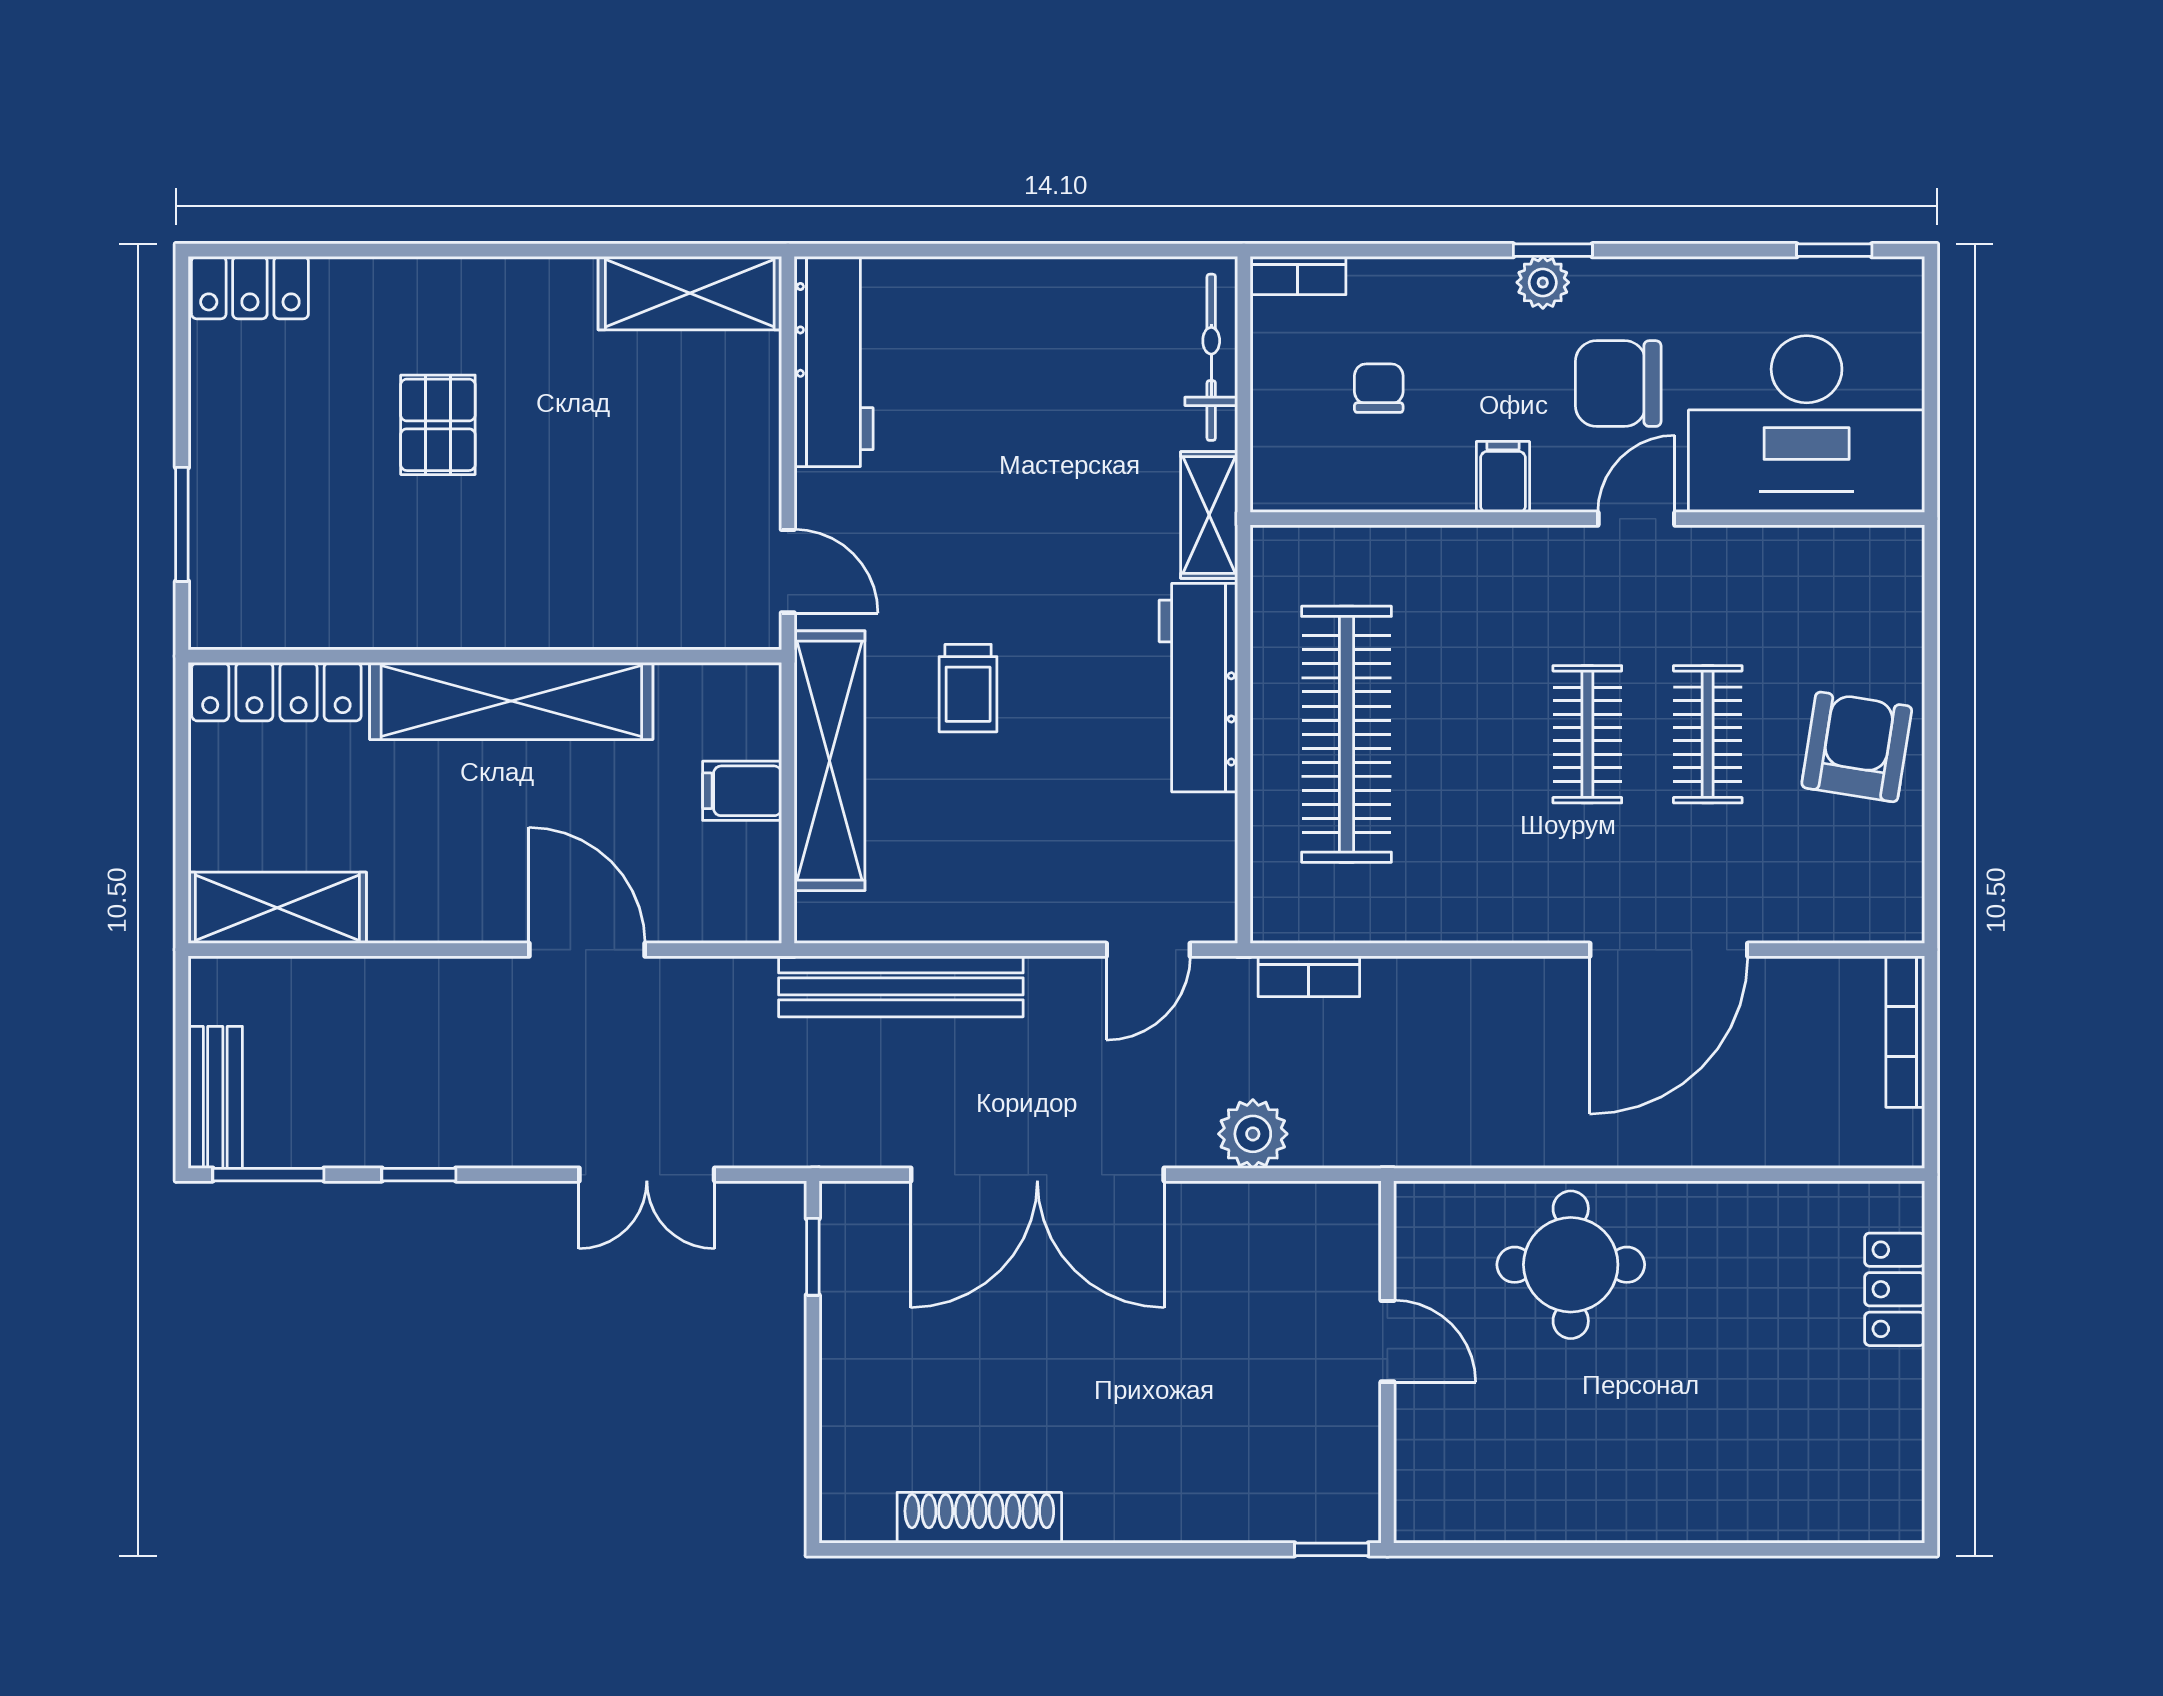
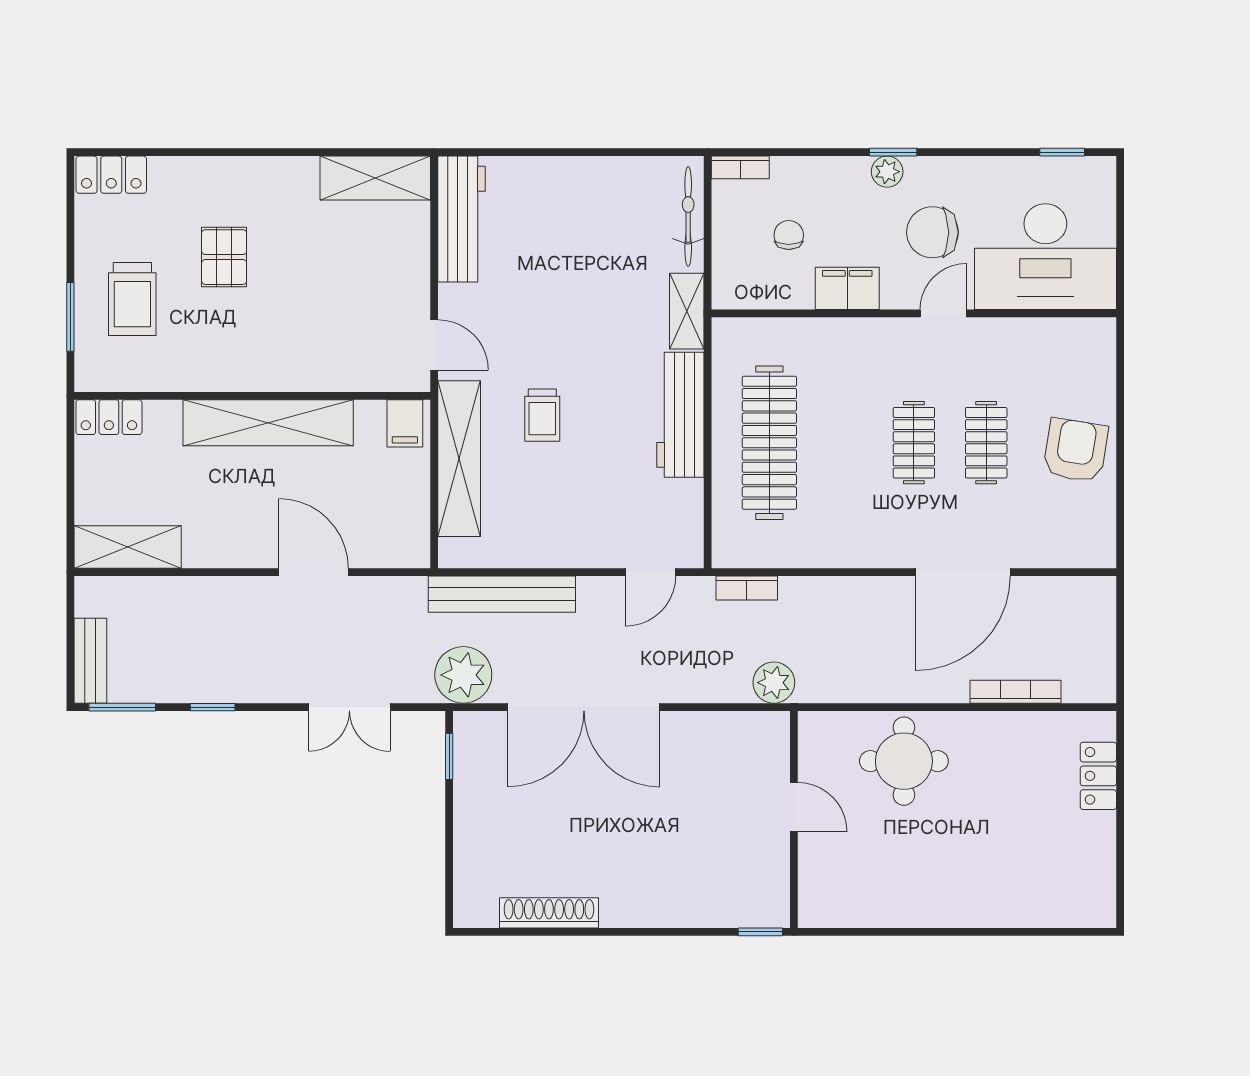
filing cabinet: (1503, 477) -> (847, 288), width x2.00
trolley: (285, 495) -> (132, 299), added
locker: (276, 692) -> (109, 417), width x0.66
filing cabinet: (742, 791) -> (405, 423), moved, turned -90
bookcase: (1905, 1032) -> (1016, 692), moved, turned 90
plant: (837, 1121) -> (463, 675), added
plant: (1253, 1134) -> (774, 683), moved

